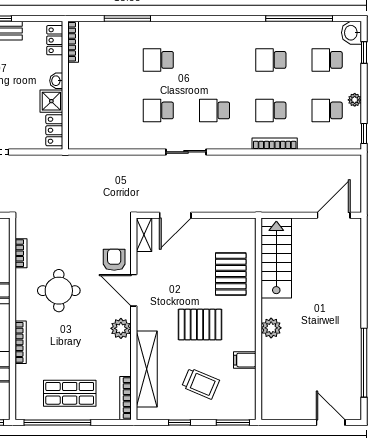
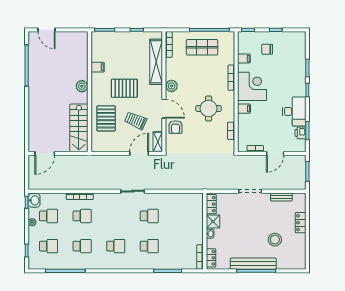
washbasin: (351, 33) -> (34, 200), moved
school desk: (215, 110) -> (116, 246), moved
trolley: (201, 384) -> (136, 121), moved

